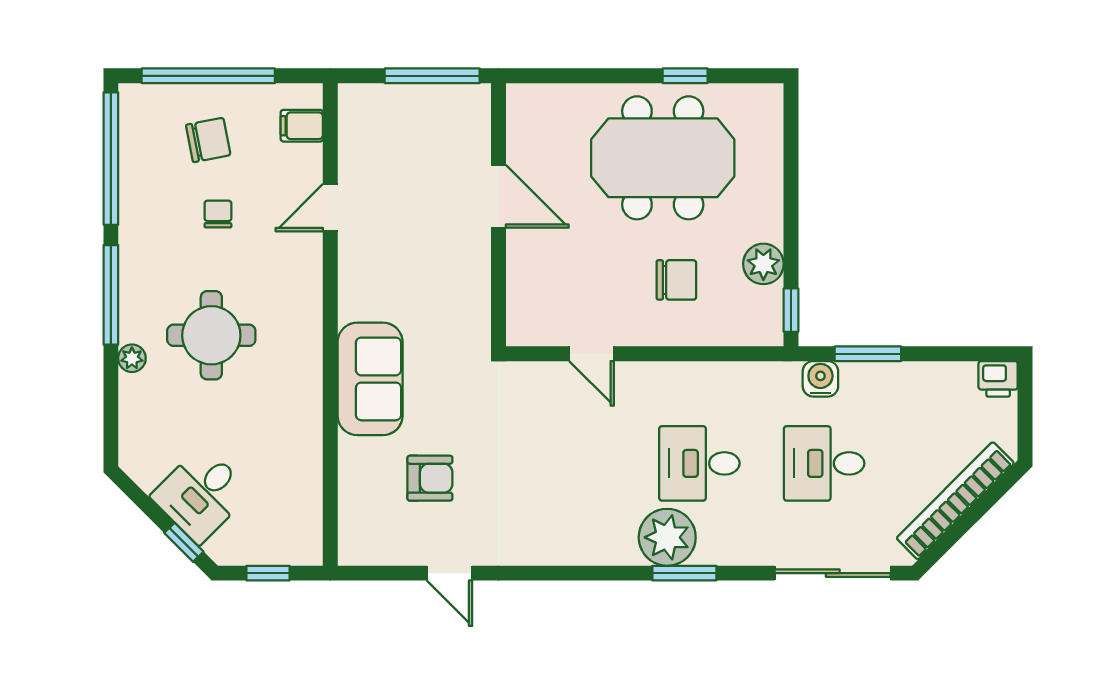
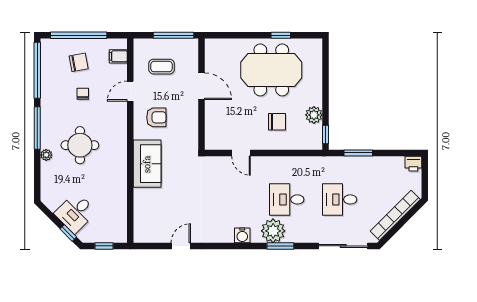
coffee table: (404, 150) -> (162, 67), added
water cooler: (820, 379) -> (242, 235), moved, turned 180
armchair: (430, 478) -> (156, 117), moved
door: (449, 573) -> (181, 246), swing flipped

